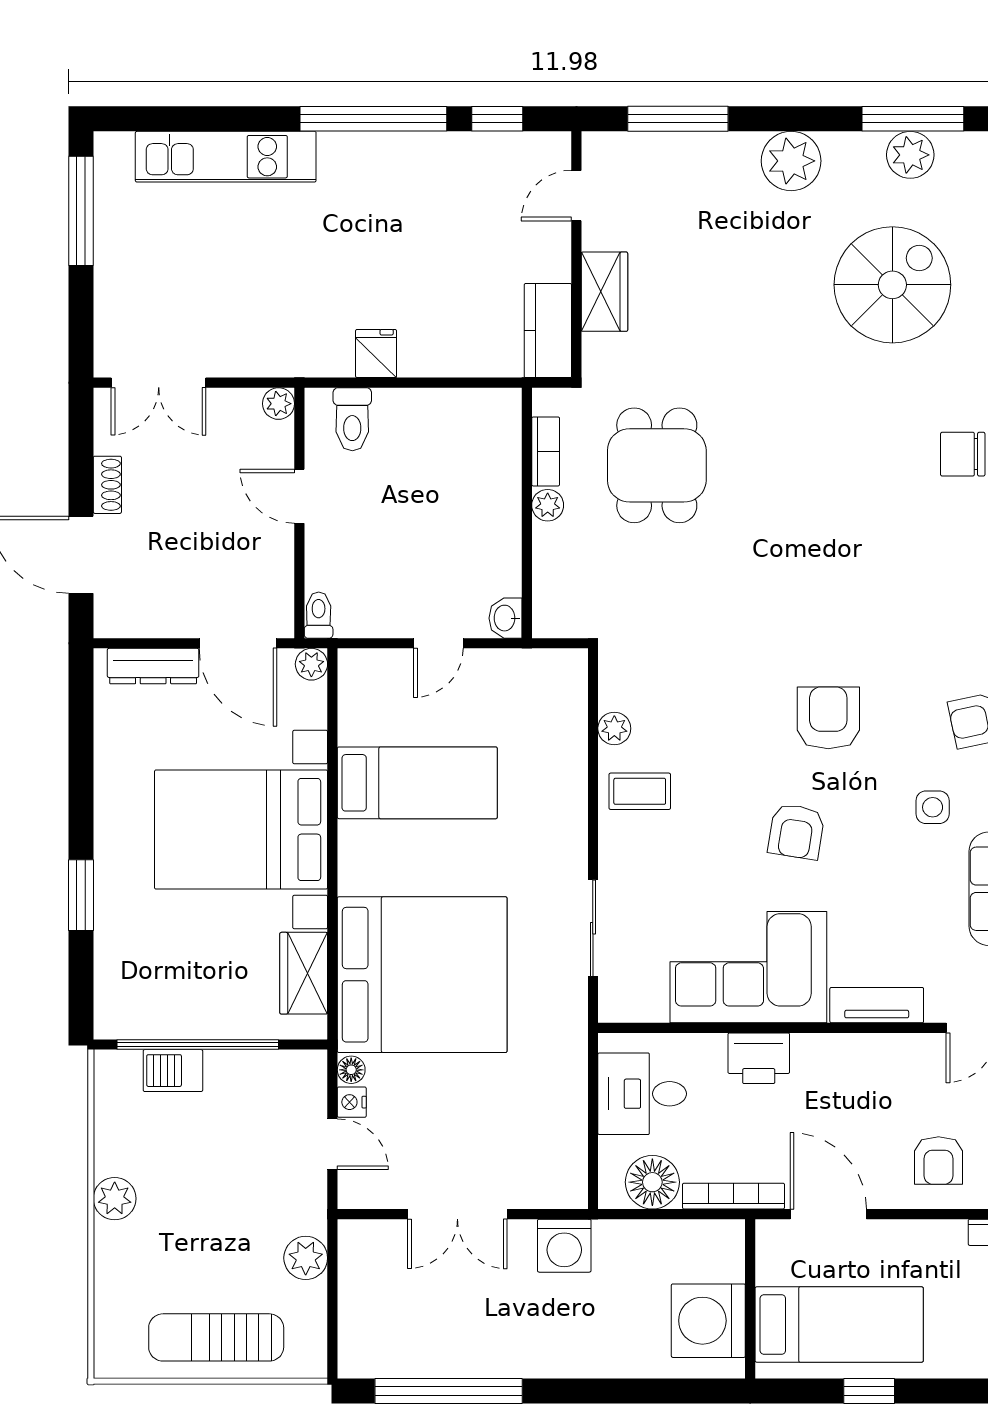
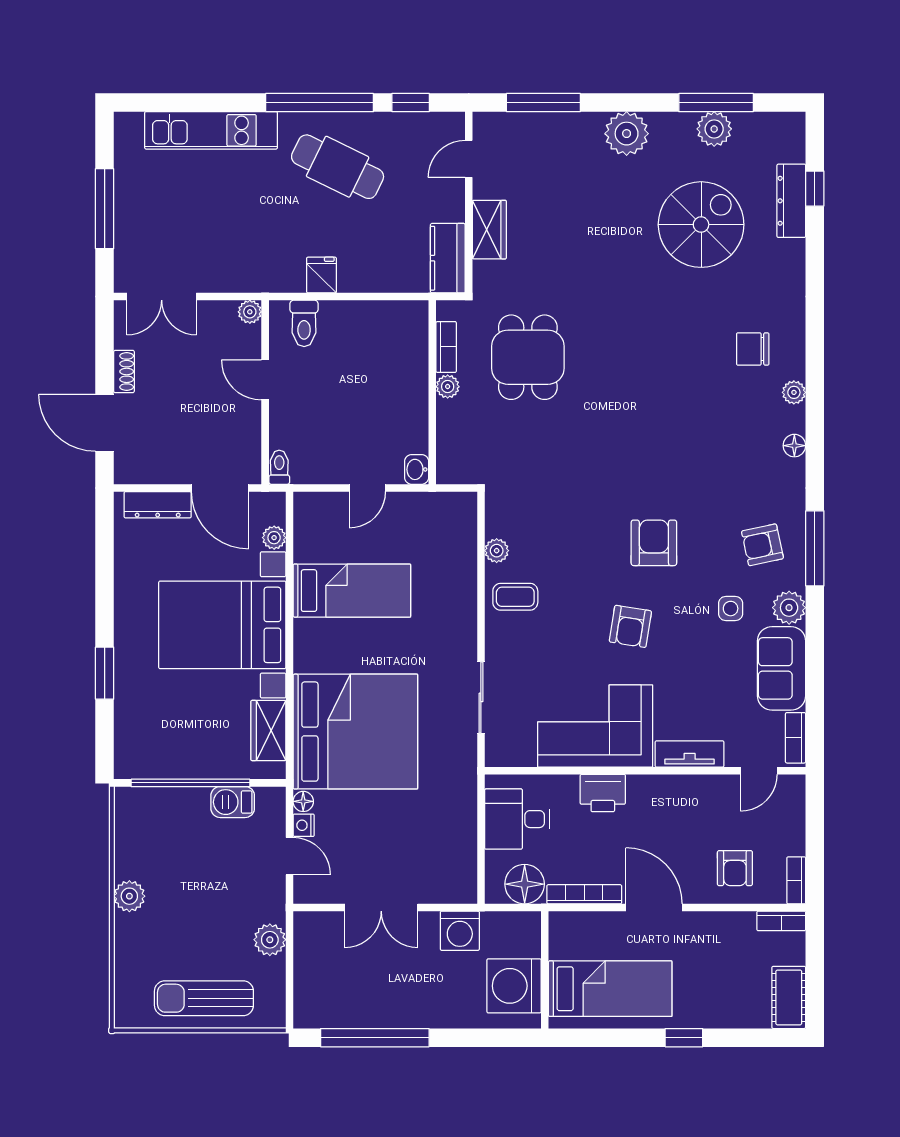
cafe table: (398, 206) -> (338, 167), added
window: (81, 211) -> (105, 209), moved
plant: (311, 664) -> (274, 538), moved
barbecue: (173, 1071) -> (233, 802), moved
wall: (750, 1299) -> (545, 970), moved
washing machine: (708, 1321) -> (514, 986), moved
bed: (839, 1325) -> (610, 989), moved

